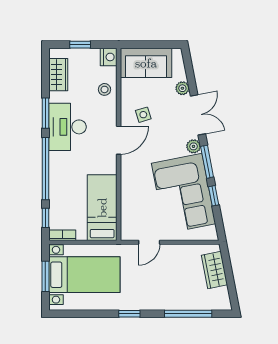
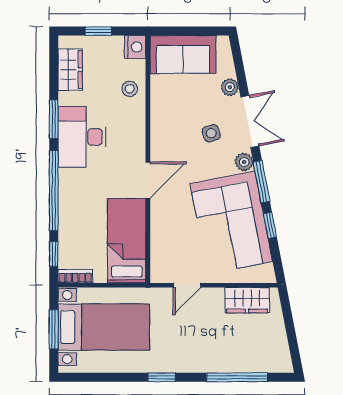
side table: (143, 115) -> (211, 133), moved
door: (119, 140) -> (148, 180), moved
wardrobe: (214, 270) -> (247, 300), moved, turned -79

